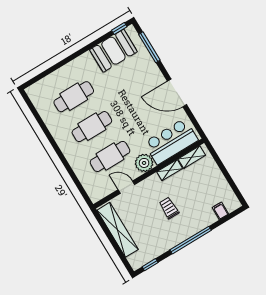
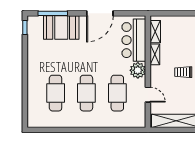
booth: (113, 51) -> (61, 27), moved, turned 90
door: (126, 187) -> (148, 95), swing flipped

